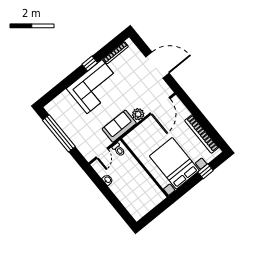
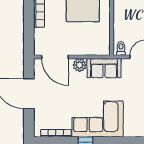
door: (160, 106) -> (55, 57), swing flipped

